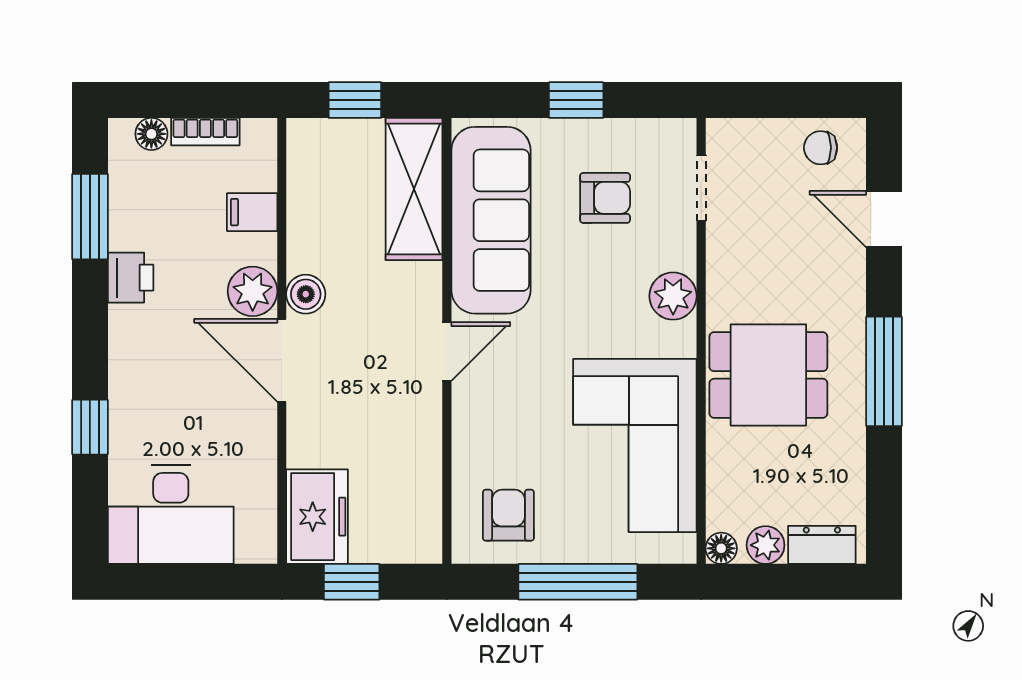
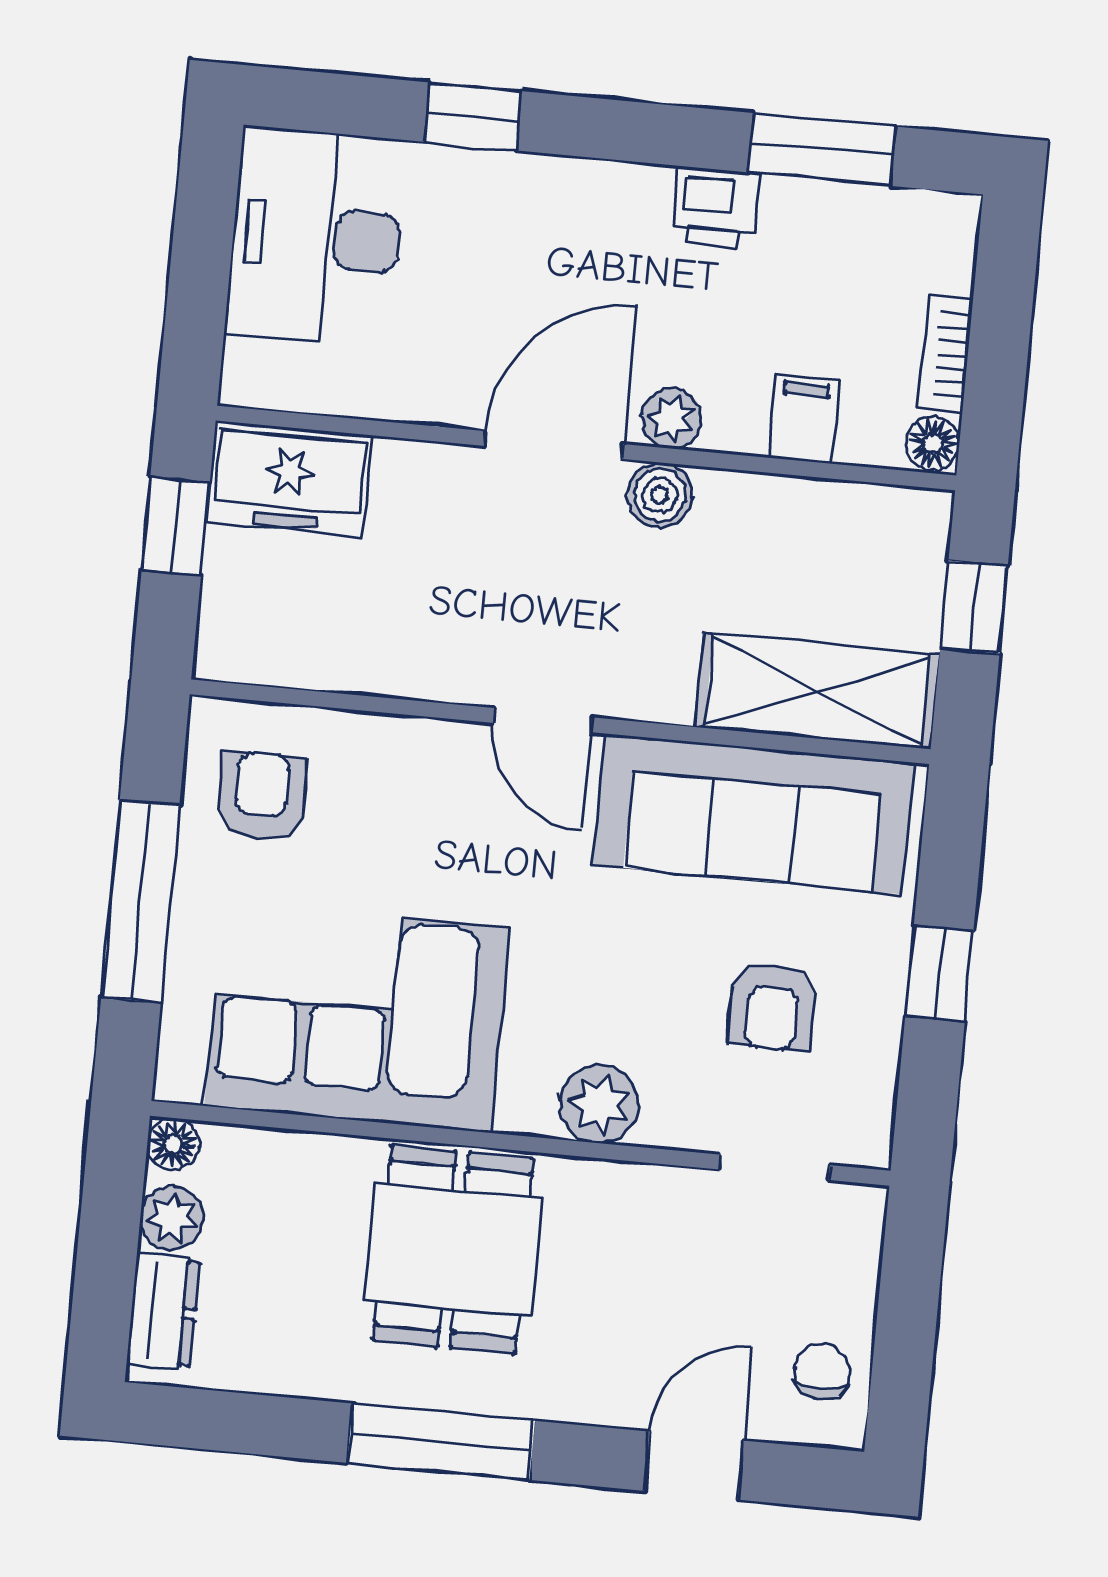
floor lamp: (151, 134) -> (933, 443), moved
plant: (253, 291) -> (672, 419), width x0.73, depth x0.73
armchair: (508, 515) -> (262, 797), turned -90

